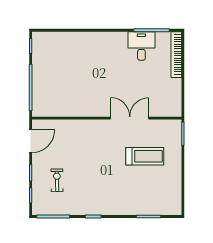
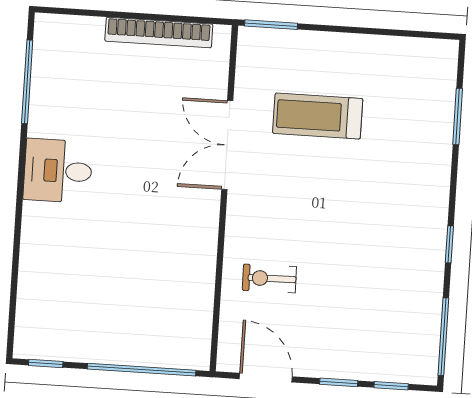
desk: (141, 46) -> (58, 171), moved
bookcase: (176, 55) -> (159, 33), moved
treadmill: (145, 156) -> (318, 116), turned -90
exercise bike: (57, 180) -> (269, 278), moved

